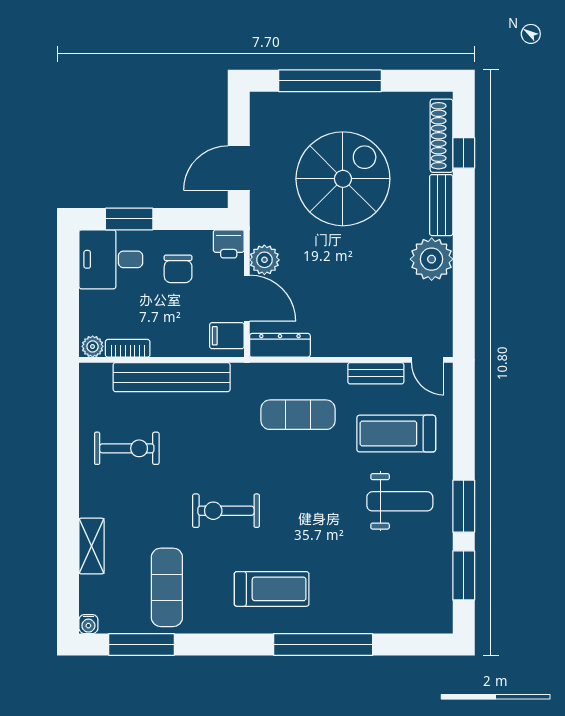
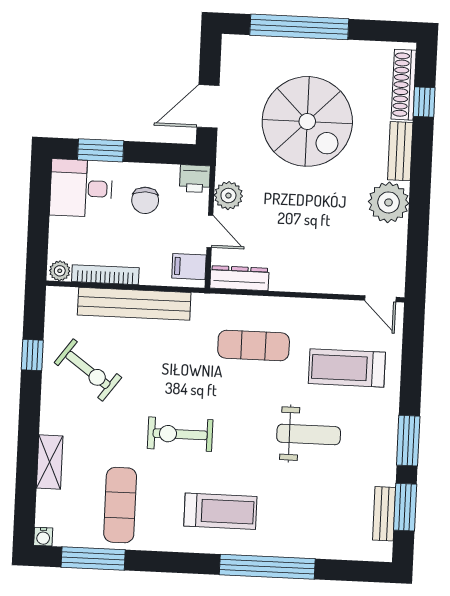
spiral stairs: (343, 179) -> (307, 121), turned 90
door: (247, 298) -> (210, 231), width x0.73
bookcase: (128, 348) -> (105, 275), width x1.56
bench: (376, 373) -> (384, 514), moved, turned 90
window: (68, 435) -> (32, 355), added
exercise bike: (127, 448) -> (88, 370), turned 36
weight bench: (400, 501) -> (309, 434), moved

